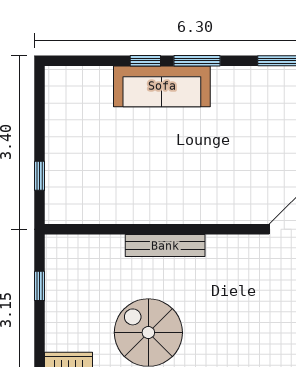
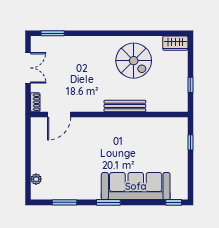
window: (145, 61) -> (174, 202), moved
sofa: (162, 86) -> (136, 186), width x1.36, depth x1.27

